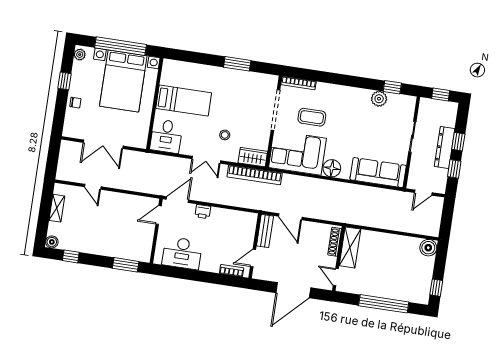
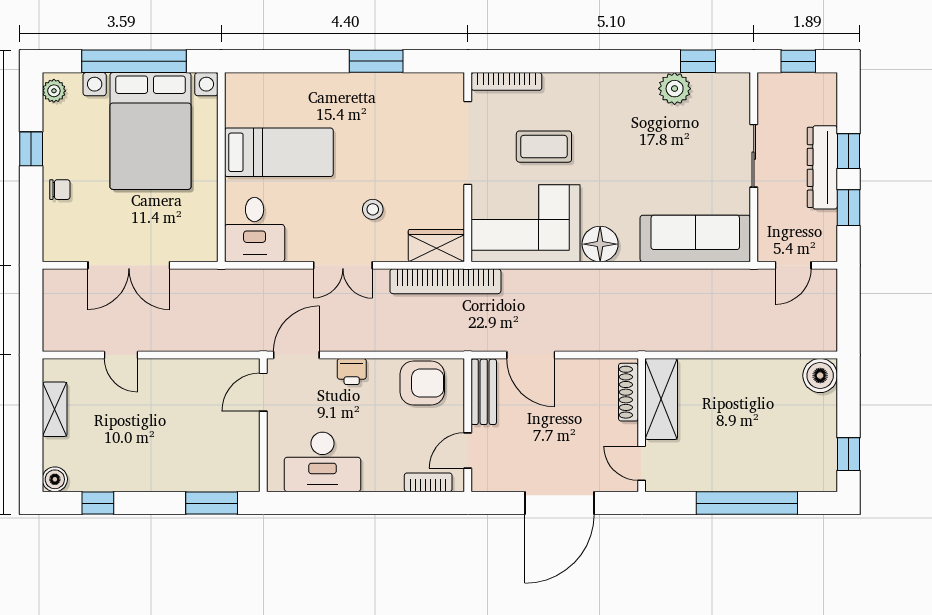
armchair: (236, 222) -> (422, 383), added

